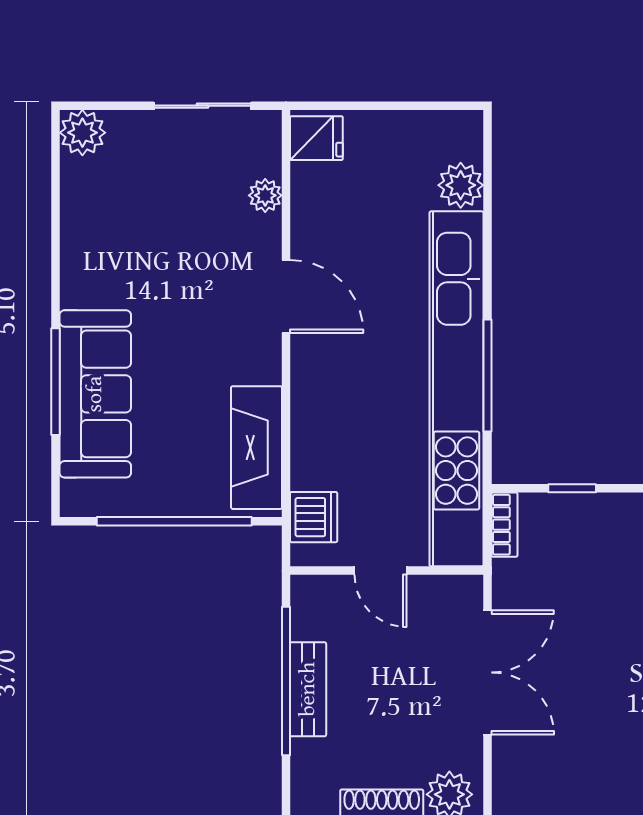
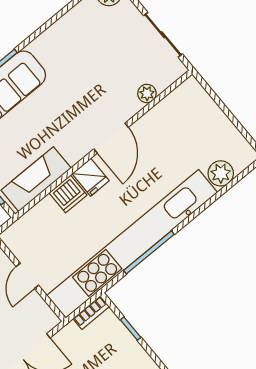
fridge: (316, 138) -> (91, 177), moved
dishwasher: (314, 517) -> (68, 194), moved

